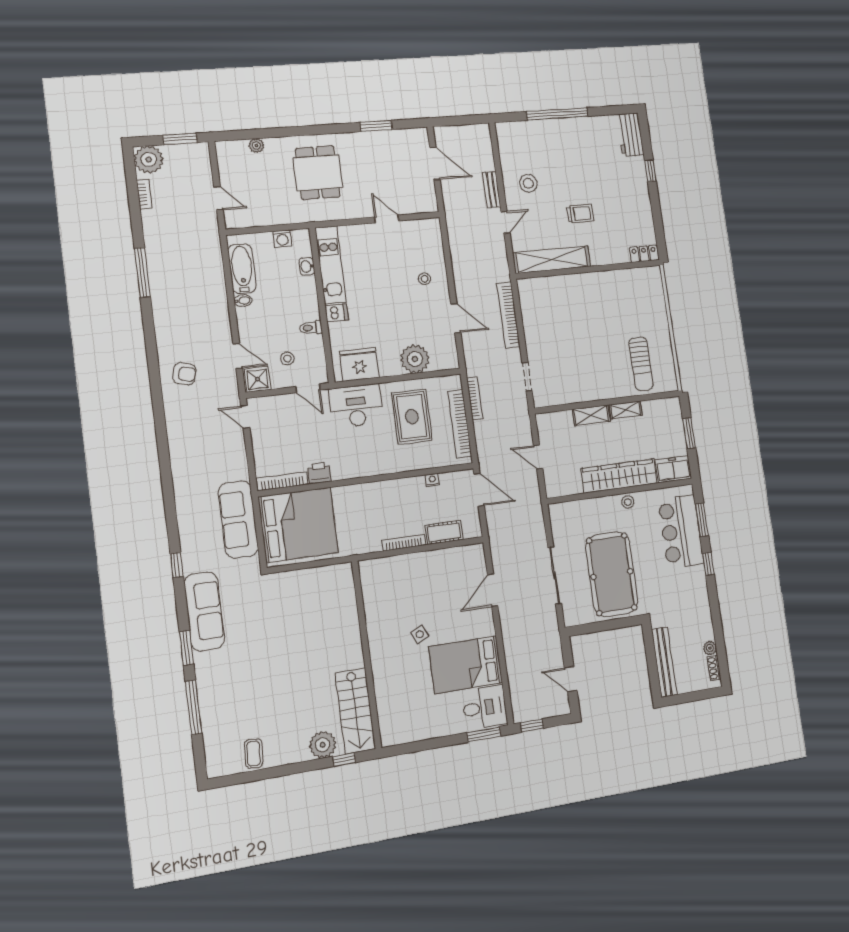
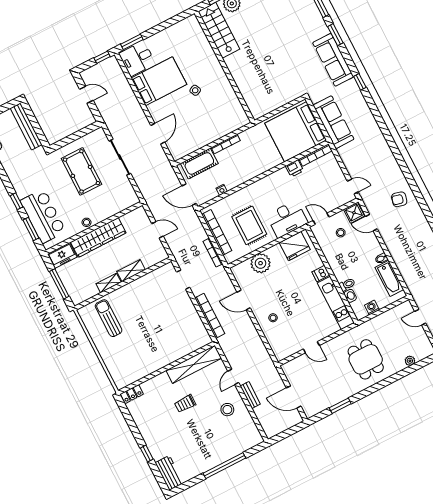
toilet: (311, 328) -> (347, 284), moved
window: (689, 433) -> (59, 284), width x1.44
cot: (444, 532) -> (199, 163), width x1.37, depth x1.34
pool table: (612, 574) -> (81, 171), width x0.73, depth x0.76

